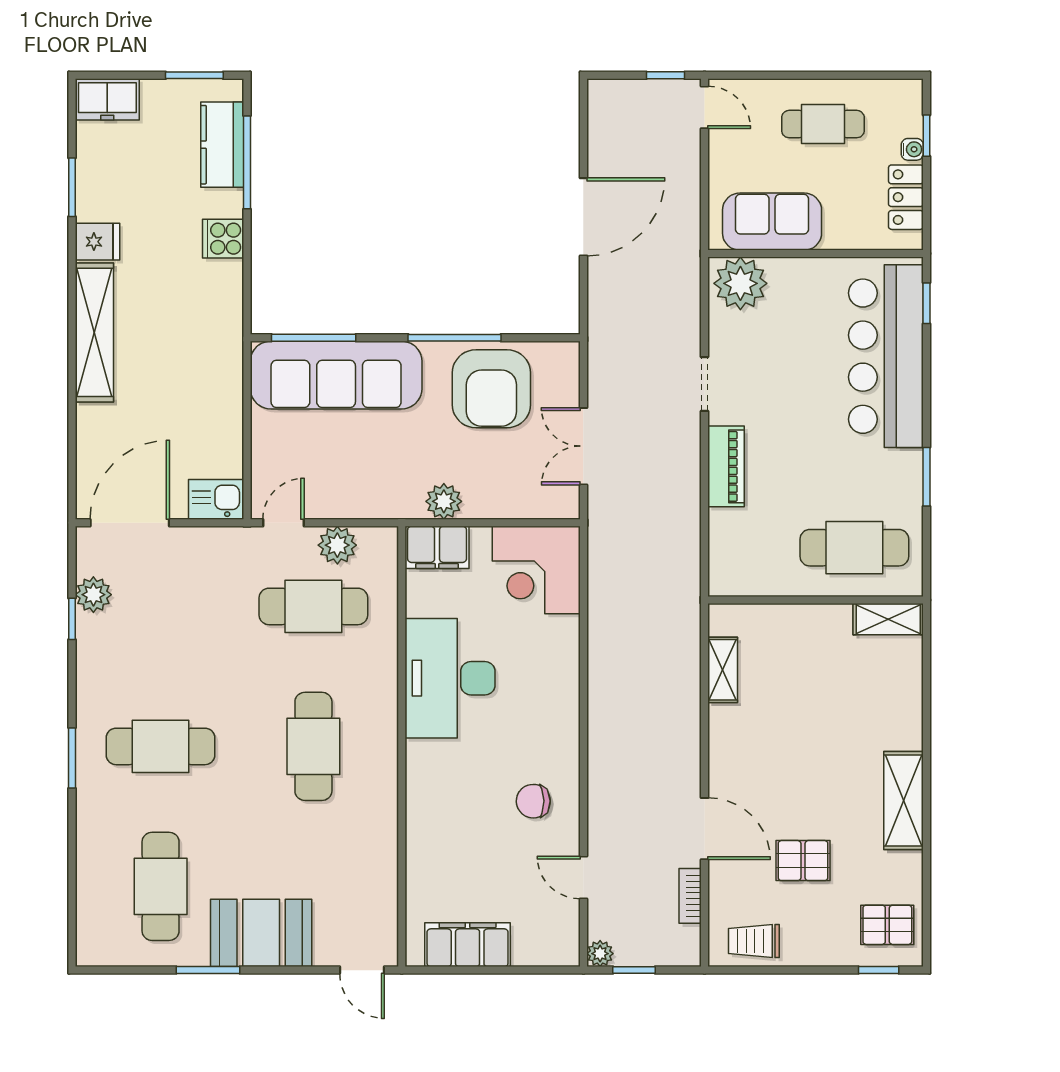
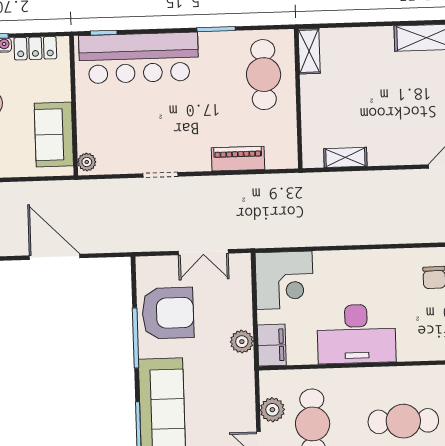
plant: (740, 283) -> (87, 162), width x0.53, depth x0.53
piano: (726, 466) -> (238, 159), moved

